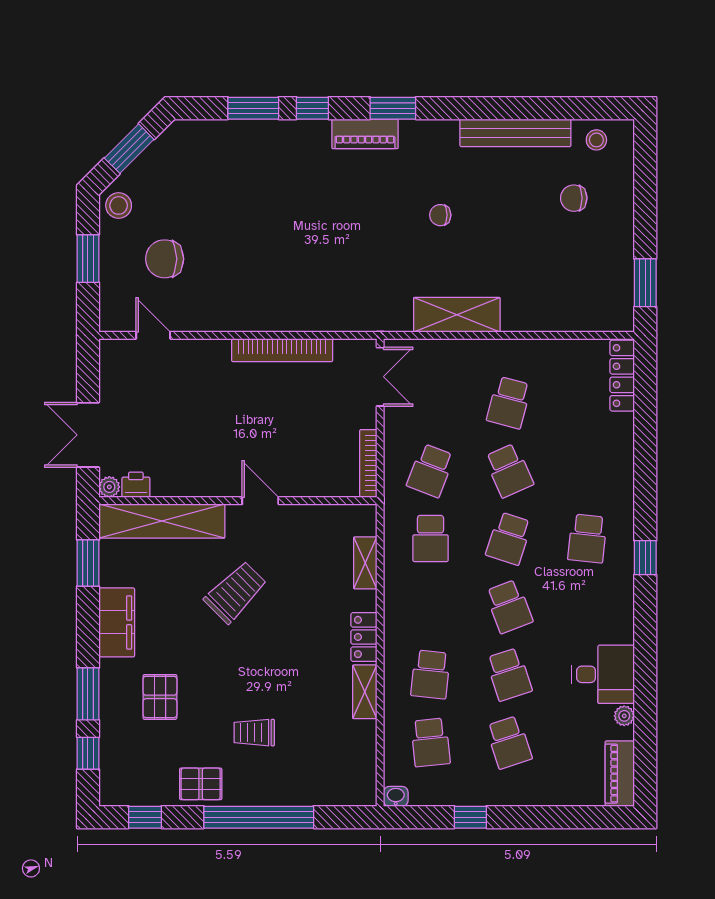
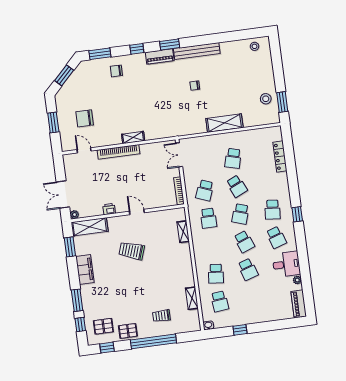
window: (253, 108) -> (100, 54), moved
bench: (515, 133) -> (197, 51), moved
chair: (574, 198) -> (116, 71), moved
stool: (119, 205) -> (266, 99), moved
shelving: (457, 315) -> (224, 123), moved
shelving: (275, 320) -> (133, 137), added
bookcase: (282, 350) -> (119, 152), moved
locker: (622, 376) -> (280, 157), moved
double door: (380, 377) -> (179, 155), swing flipped
printer: (136, 485) -> (109, 209), moved
shelving: (162, 521) -> (90, 227), width x0.68
trolley: (235, 592) -> (132, 251), turned -116
locker: (364, 637) -> (187, 262), removed
shelving: (365, 692) -> (192, 298), moved
pallet: (160, 697) -> (103, 326), moved, turned 90
trolley: (254, 733) -> (161, 316), moved
school desk: (509, 742) -> (276, 237), moved

